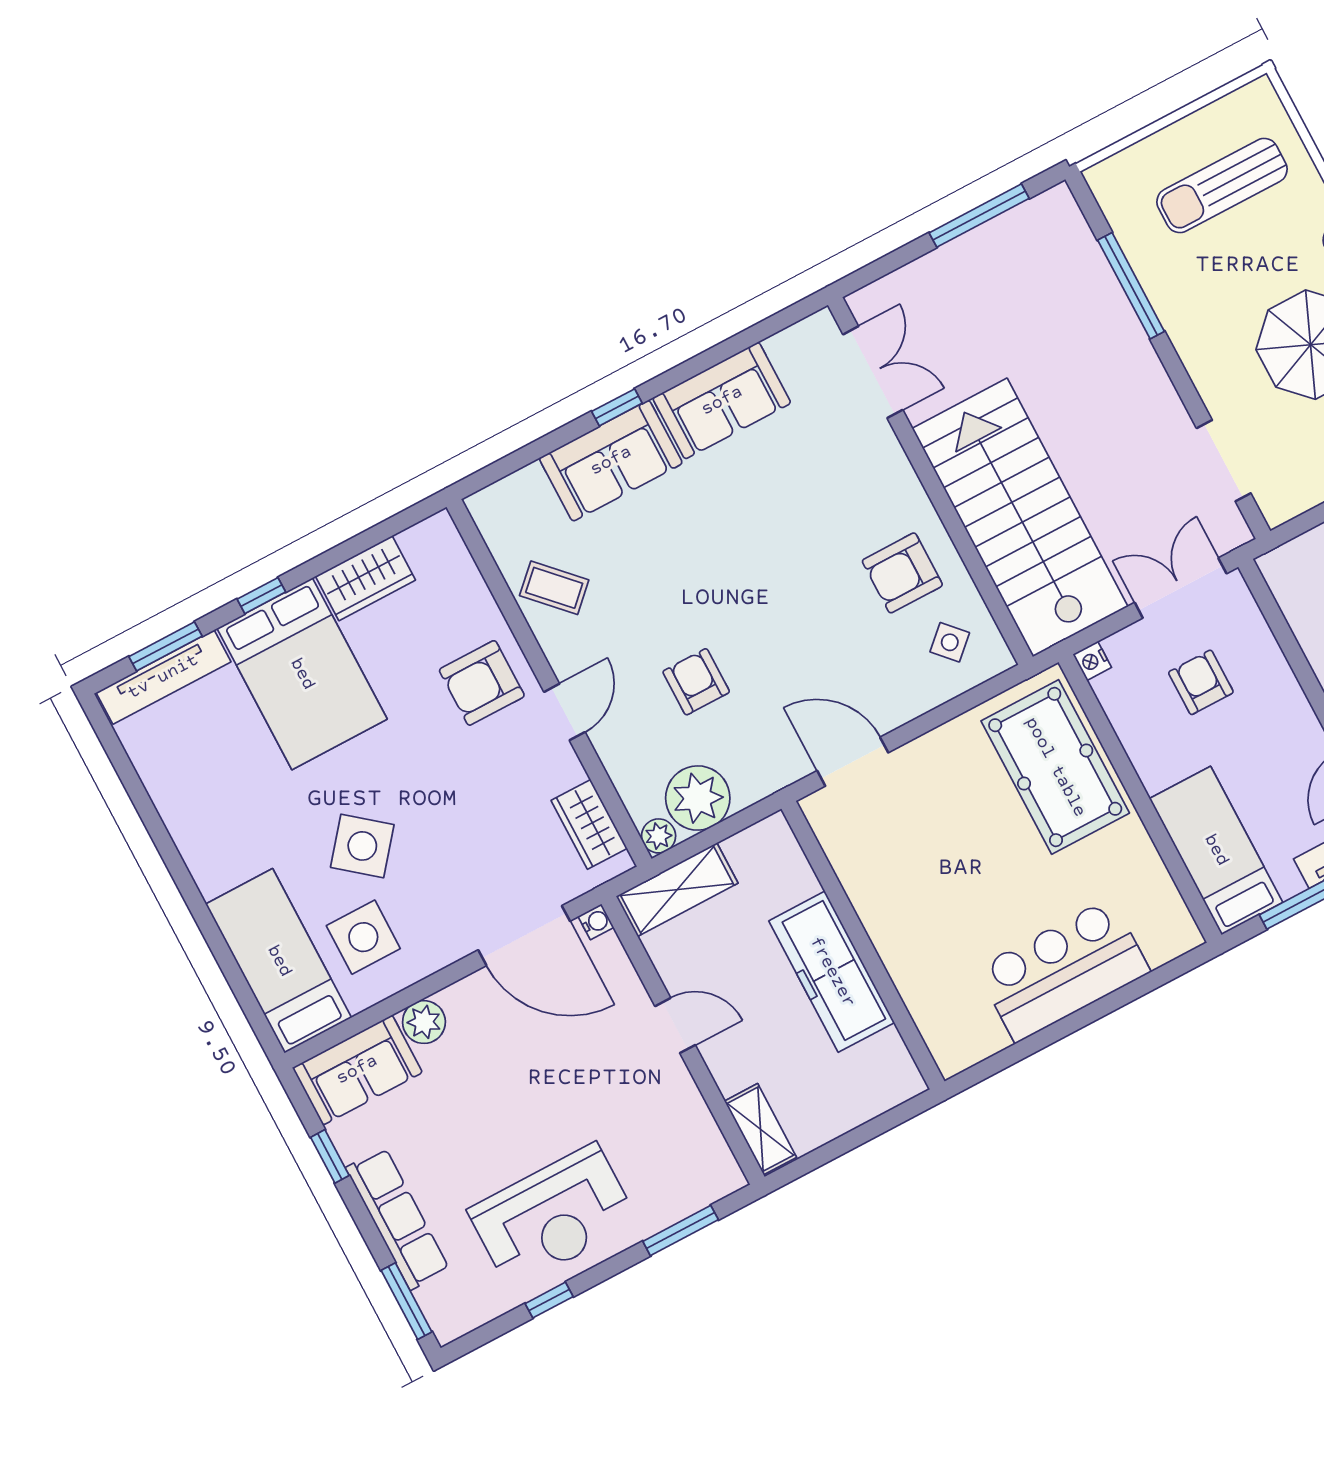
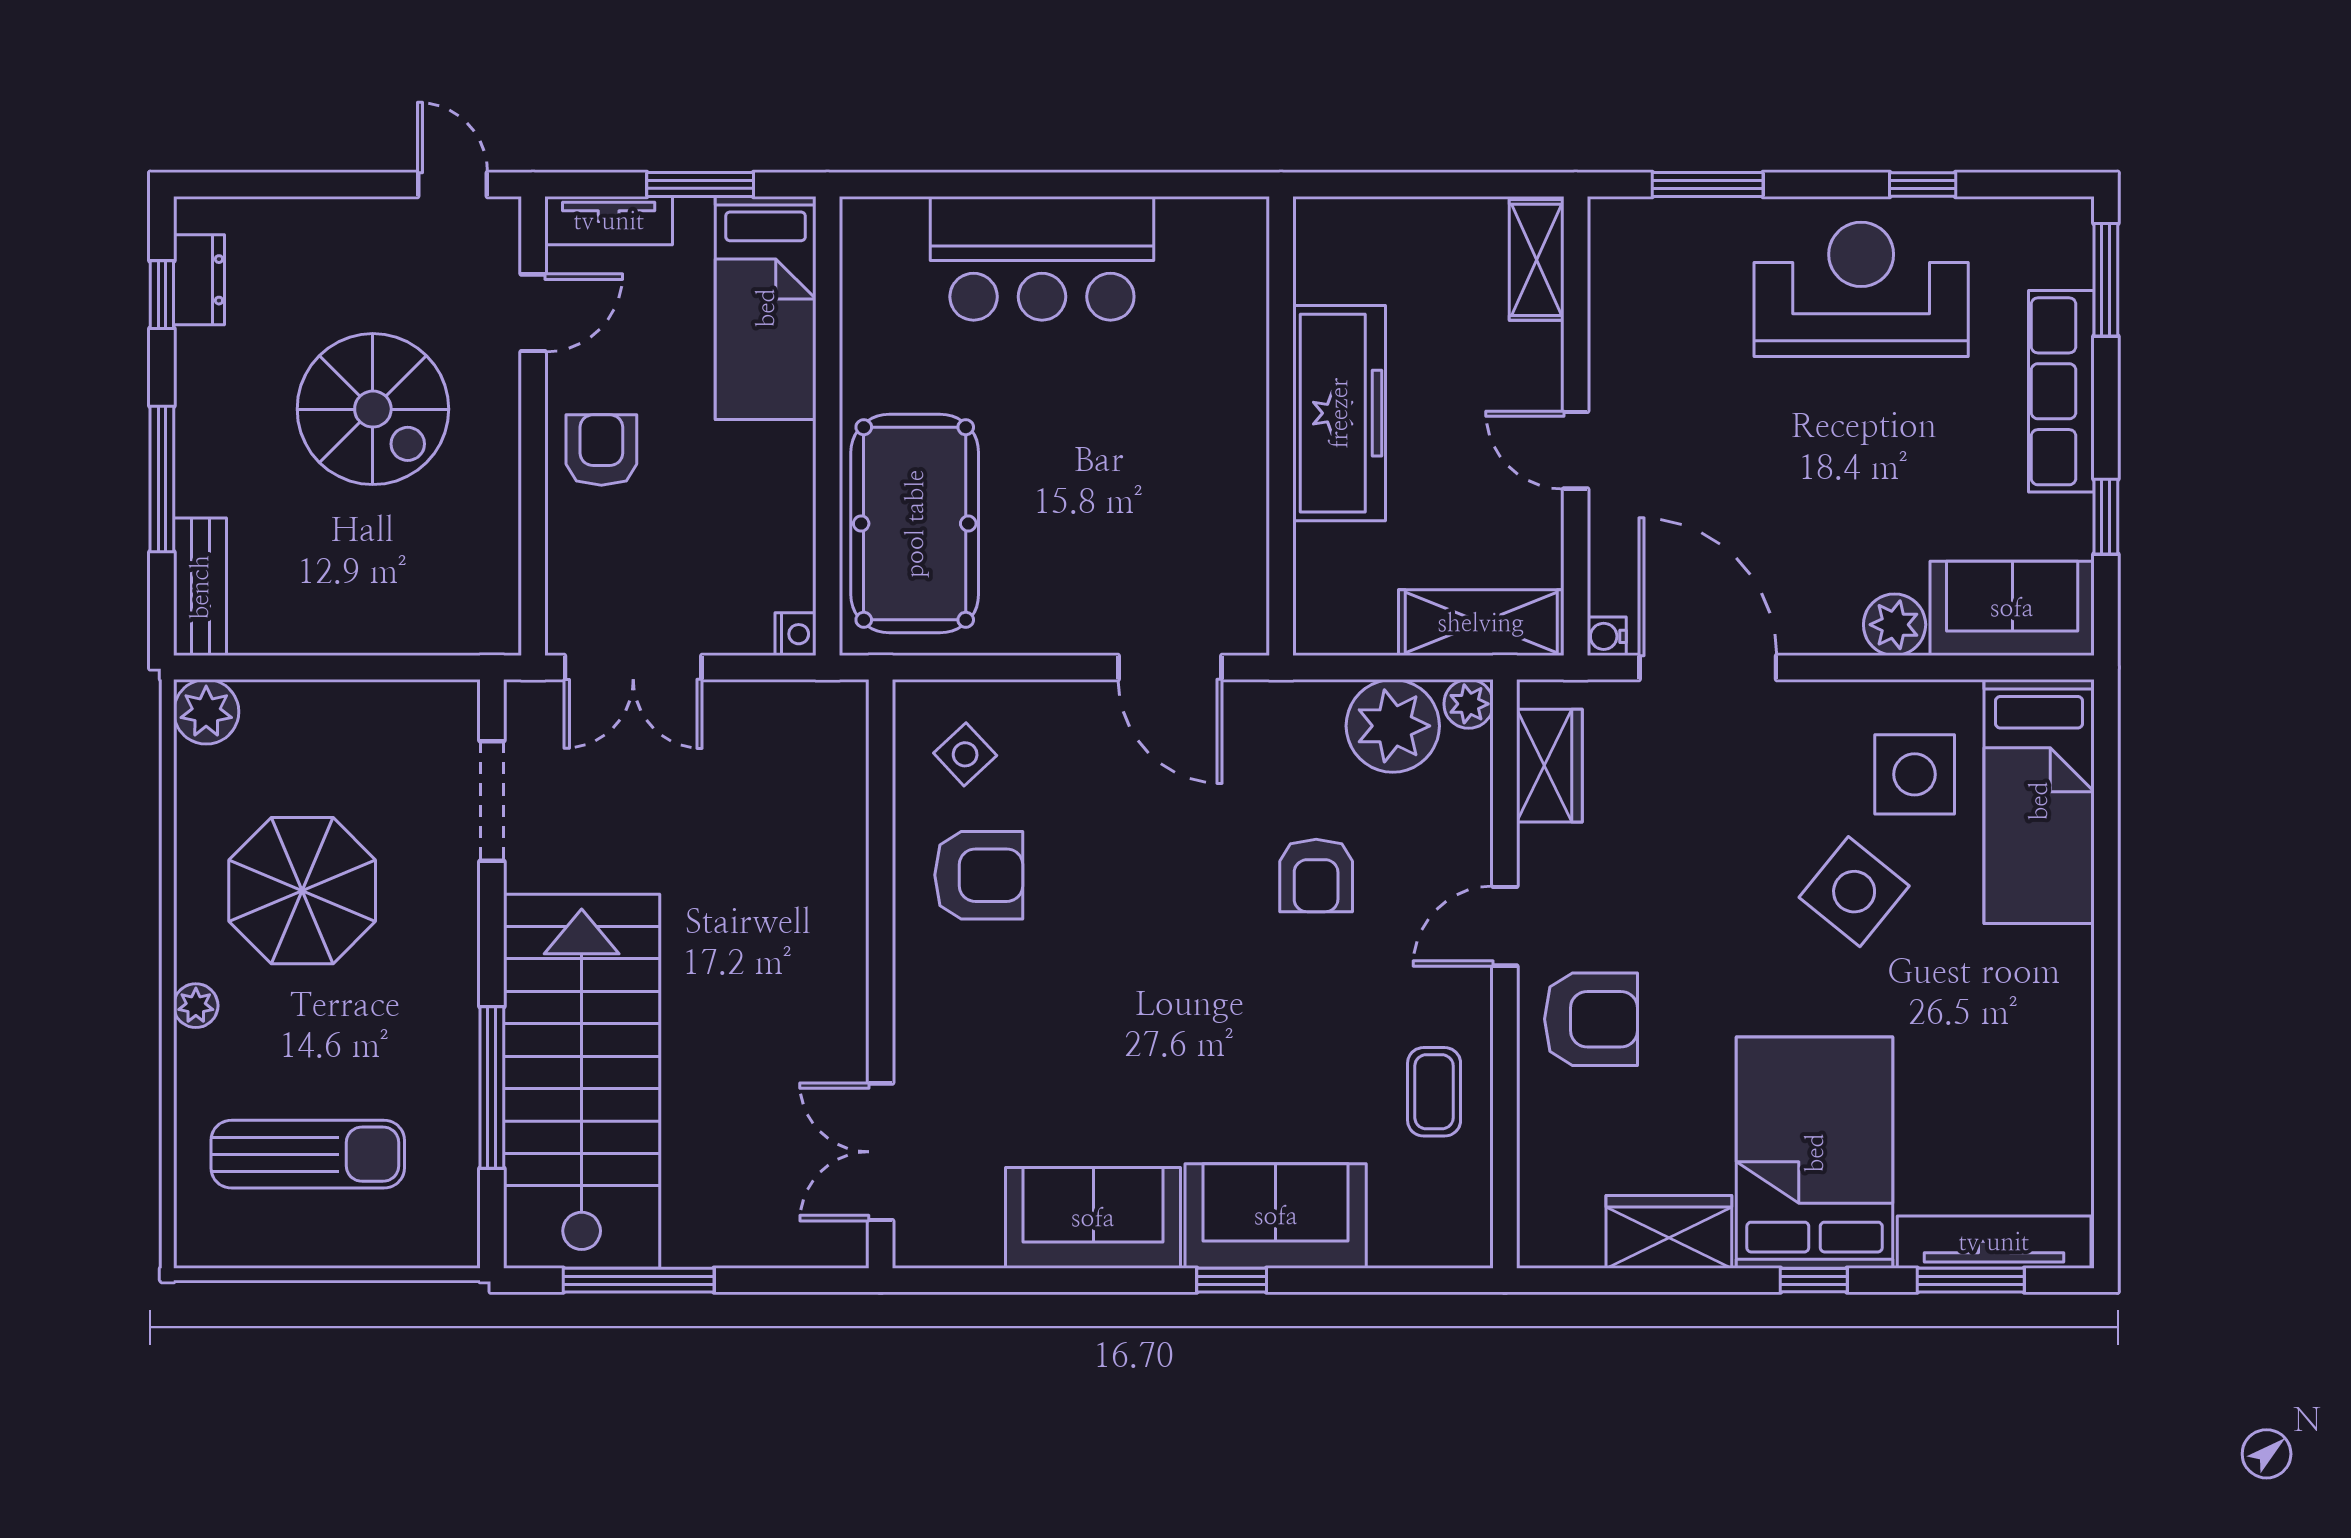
stairs: (1020, 517) -> (582, 1081), moved, turned 180
coffee table: (554, 588) -> (1434, 1092), turned 44
armchair: (1201, 682) -> (601, 450), moved, turned 180

